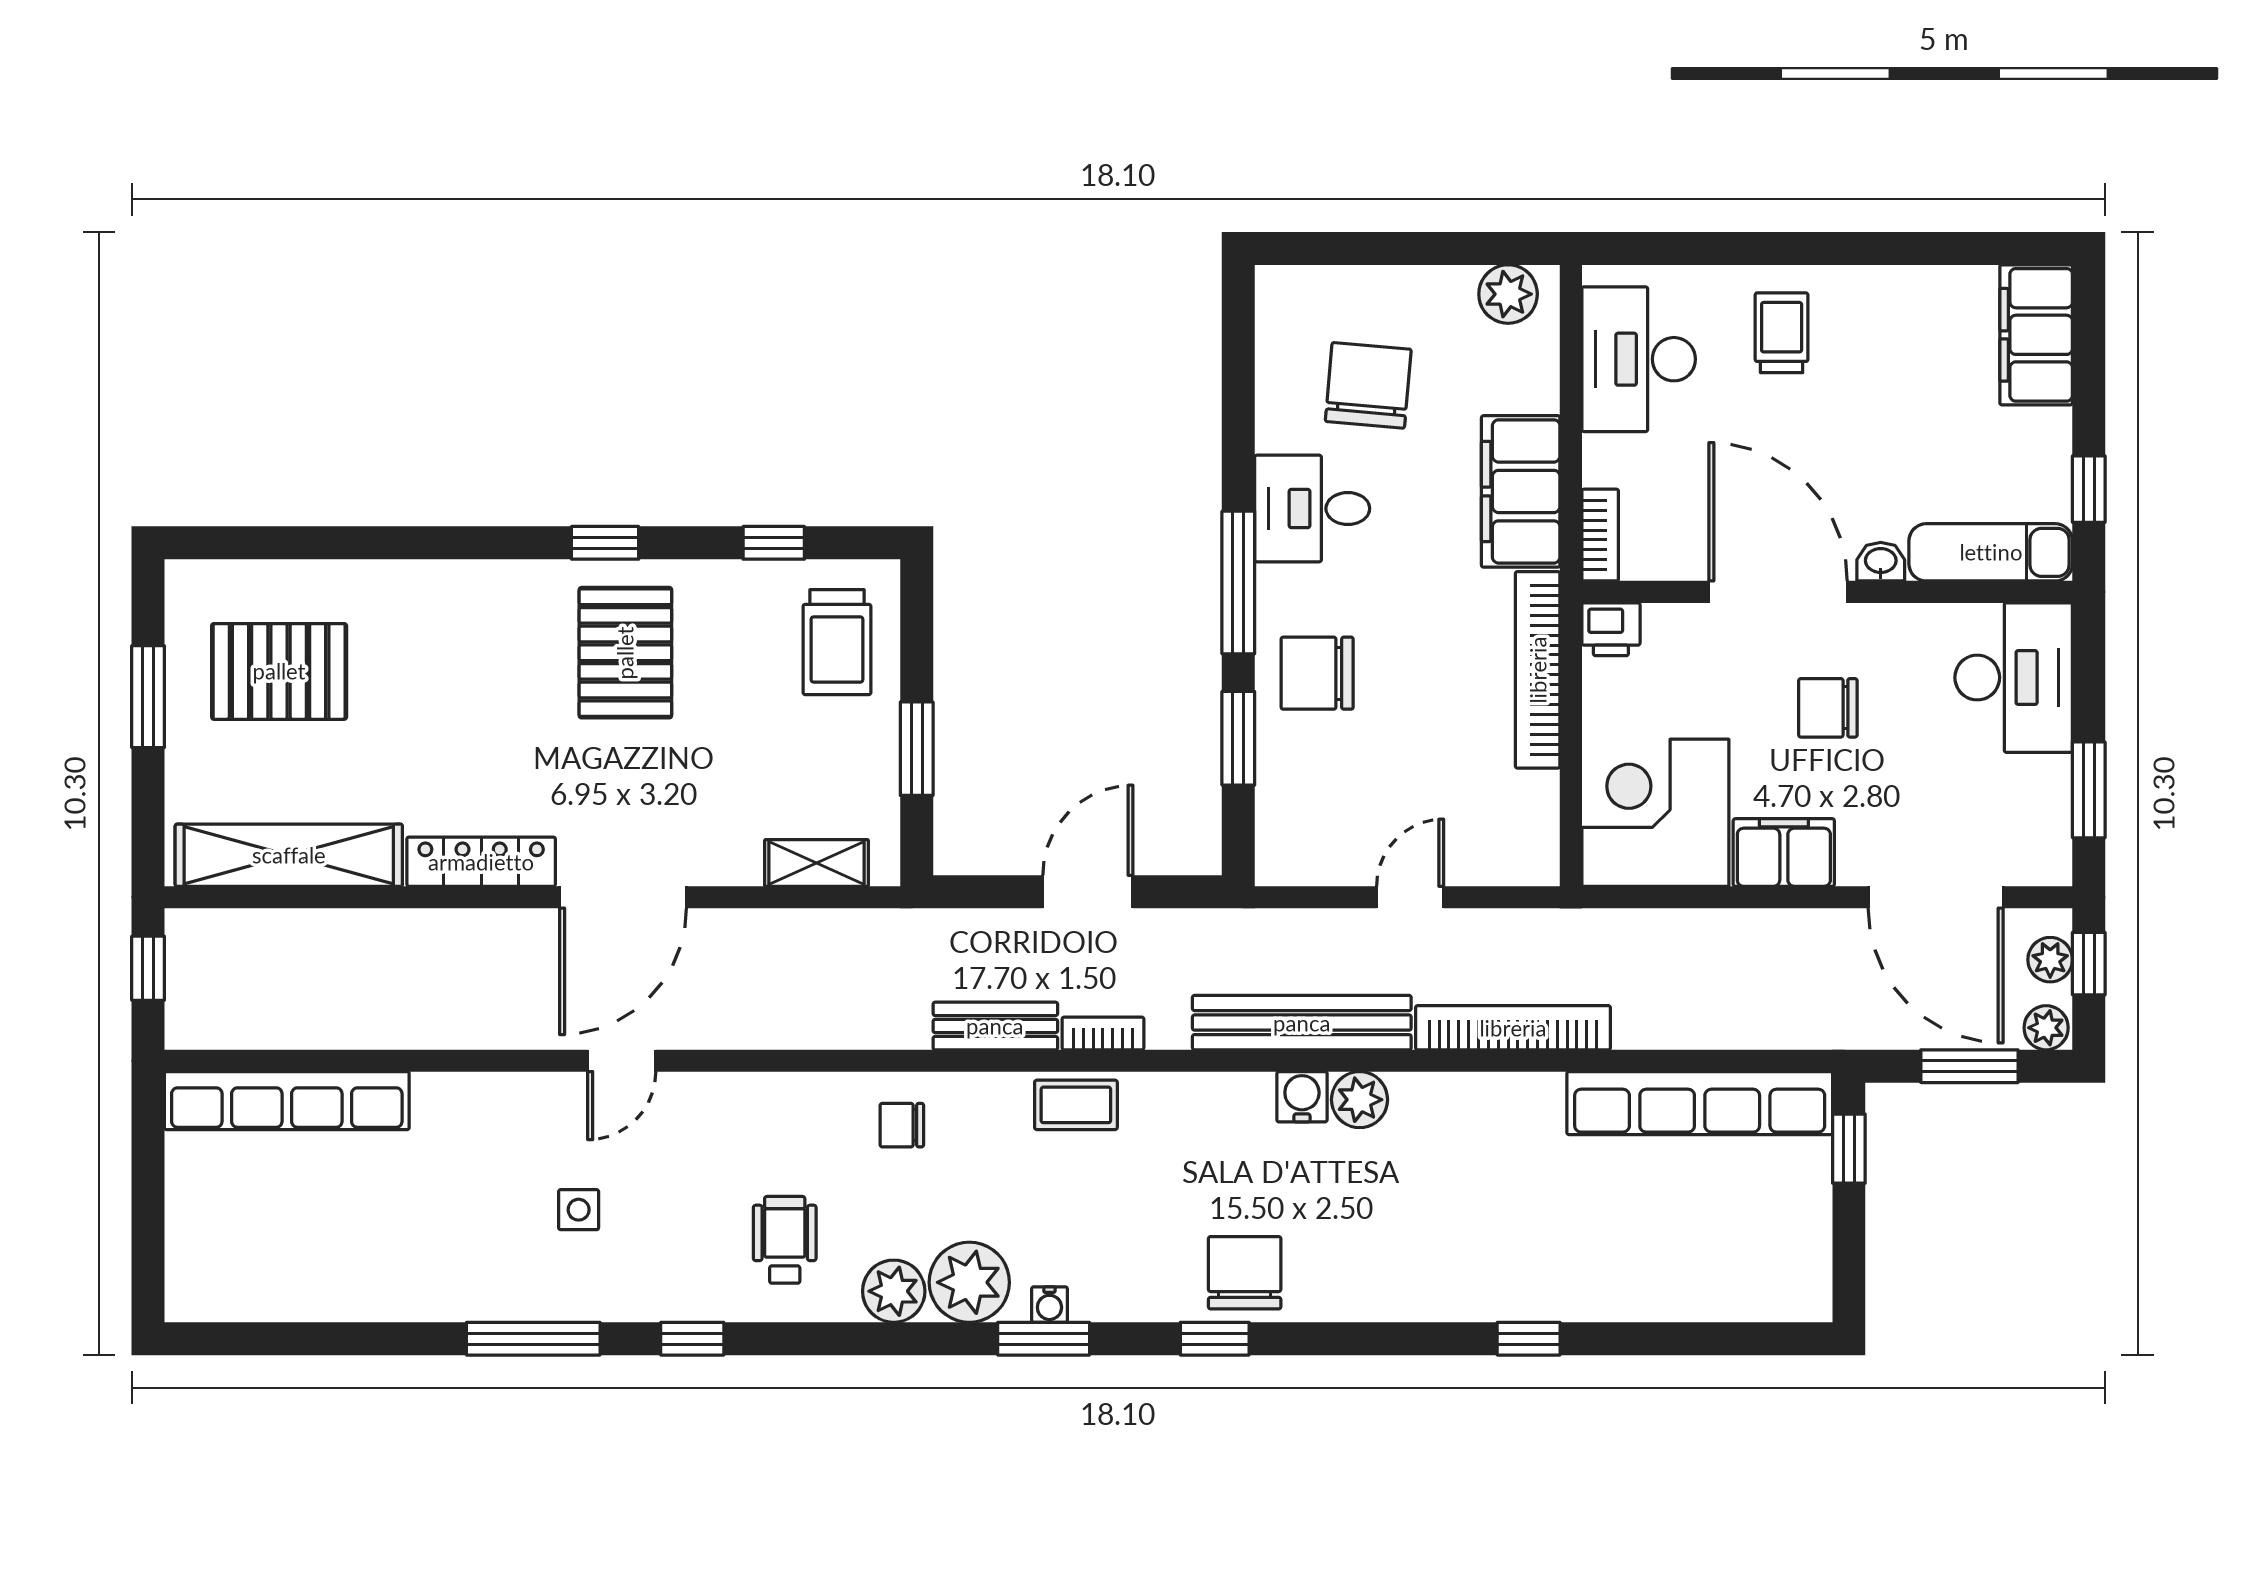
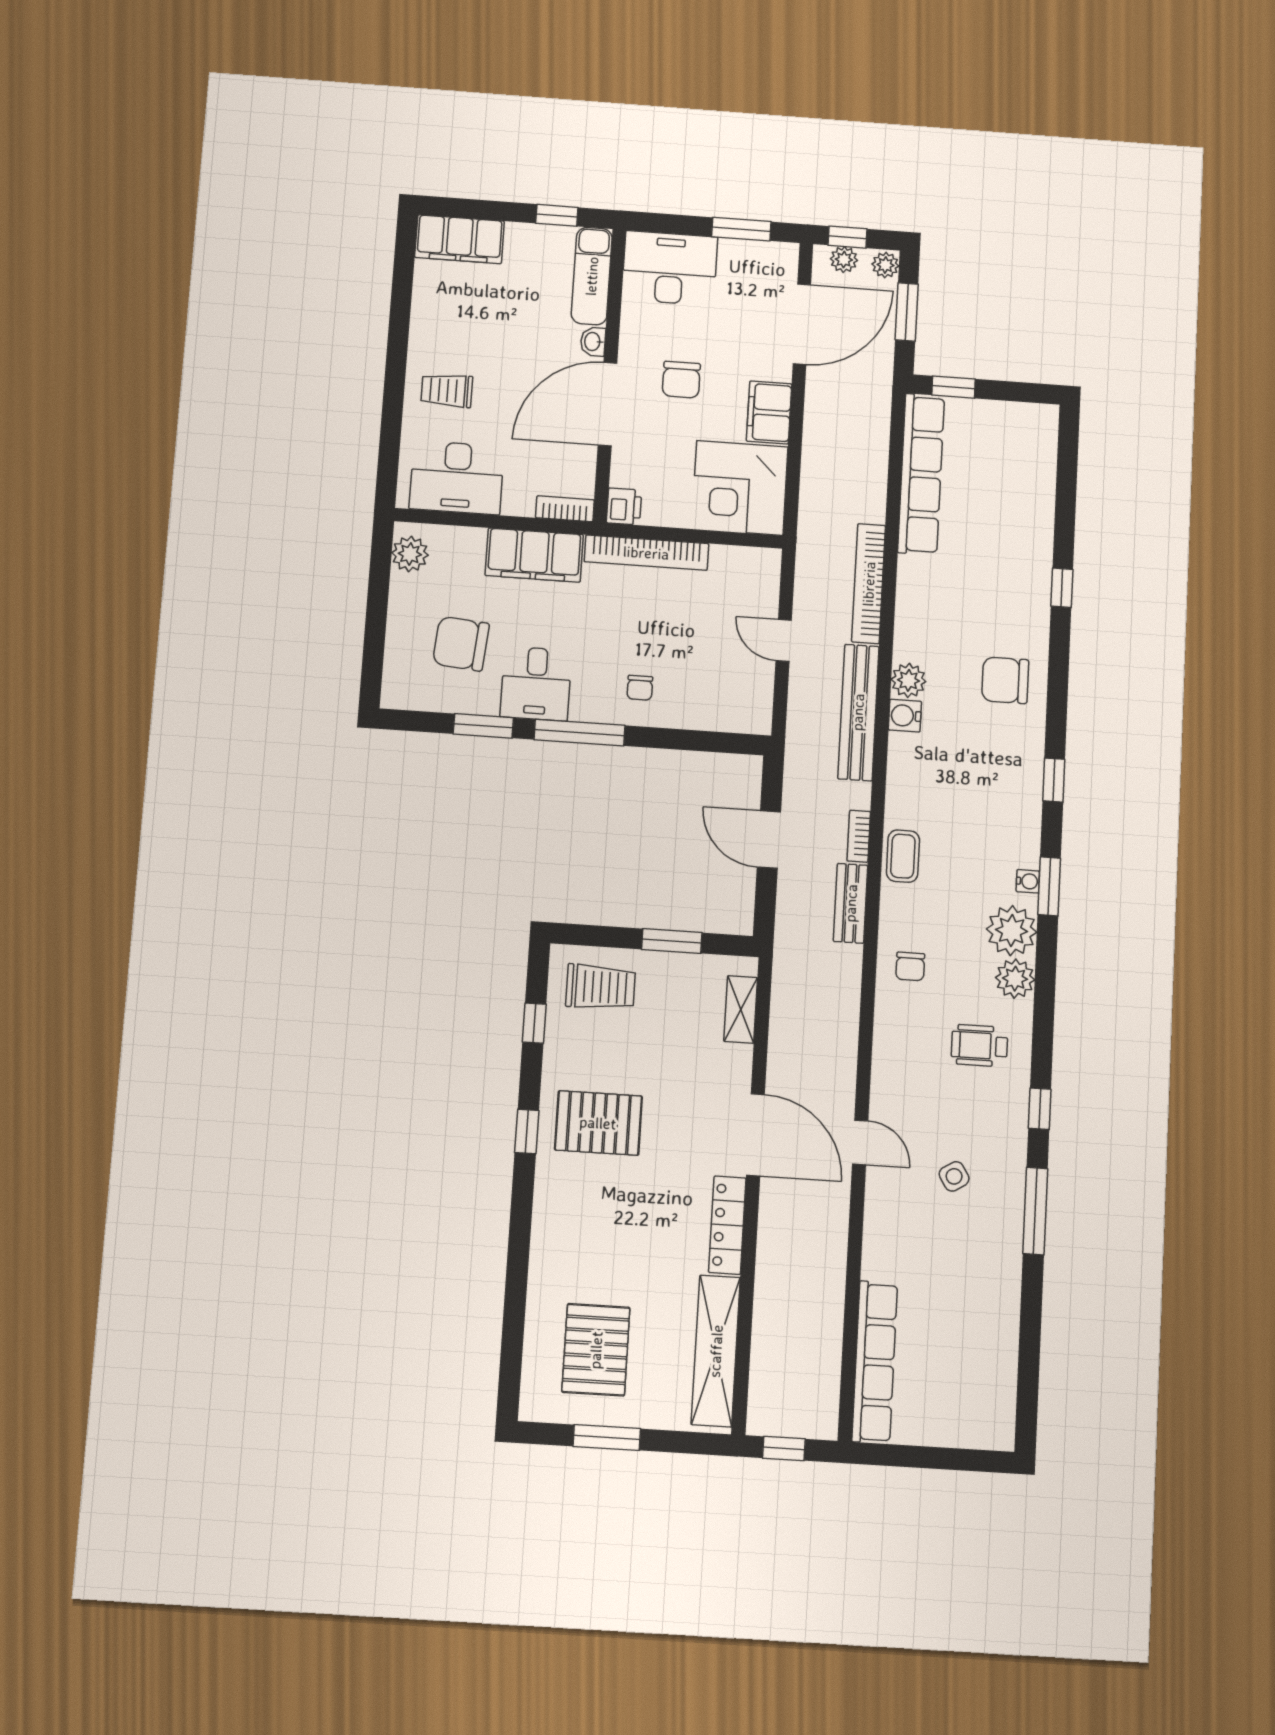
chair: (1317, 673) -> (640, 688), width x0.54, depth x0.54
window: (1238, 738) -> (483, 726), moved
side table: (579, 1210) -> (954, 1176), turned -32
chair: (1245, 1273) -> (1005, 680), moved

